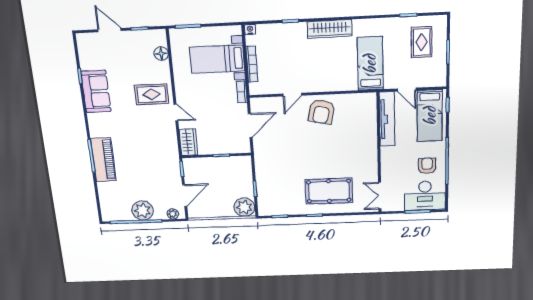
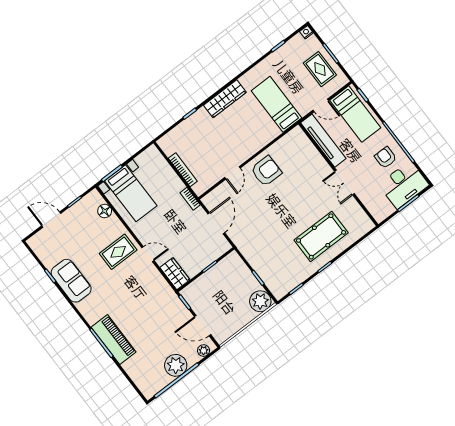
nightstand: (250, 29) -> (306, 32), moved
rug: (422, 42) -> (320, 69), moved
bed with nightstands: (217, 59) -> (131, 193), moved, turned -90
armchair: (322, 112) -> (266, 171), turned -103
door: (185, 195) -> (203, 326), swing flipped
double door: (380, 196) -> (345, 183), moved

